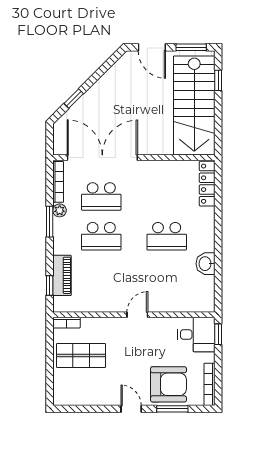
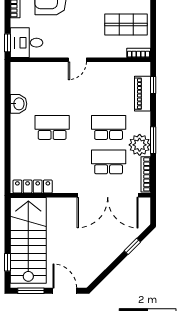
locker: (207, 184) -> (33, 186), moved, turned -90
plant: (60, 210) -> (140, 145), width x1.88, depth x1.88

